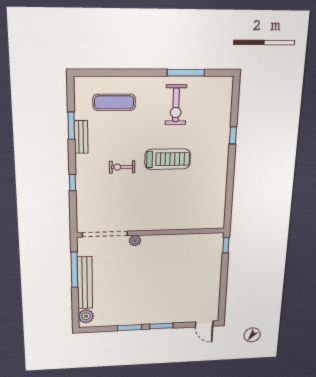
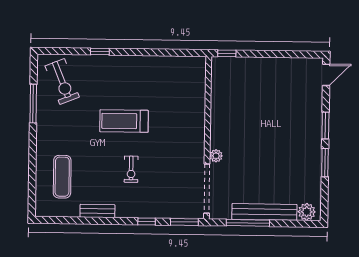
exercise bike: (176, 105) -> (62, 81), moved, turned 68
window: (71, 126) -> (184, 222), moved
treadmill: (168, 159) -> (124, 121), turned -90

